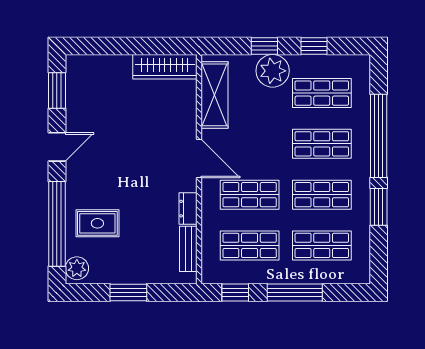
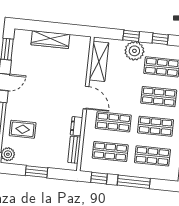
wardrobe: (165, 67) -> (50, 40), moved

